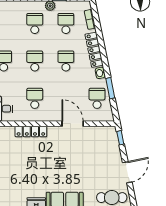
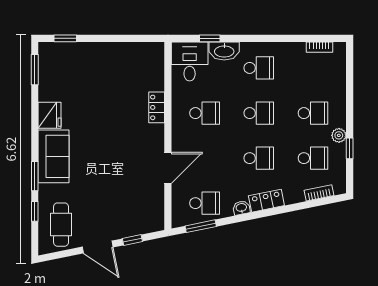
locker: (94, 50) -> (266, 201), width x0.66
window: (110, 88) -> (201, 226), moved
locker: (31, 131) -> (157, 107), width x0.66
window: (120, 138) -> (132, 240), moved

